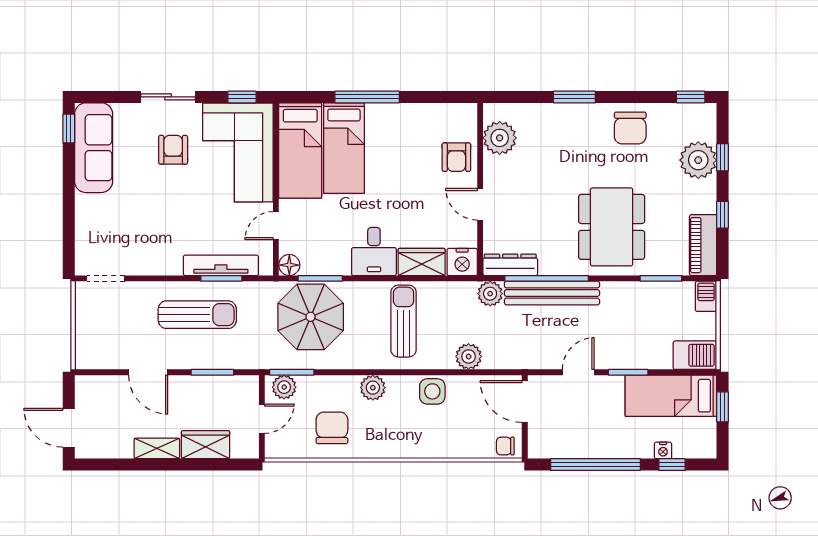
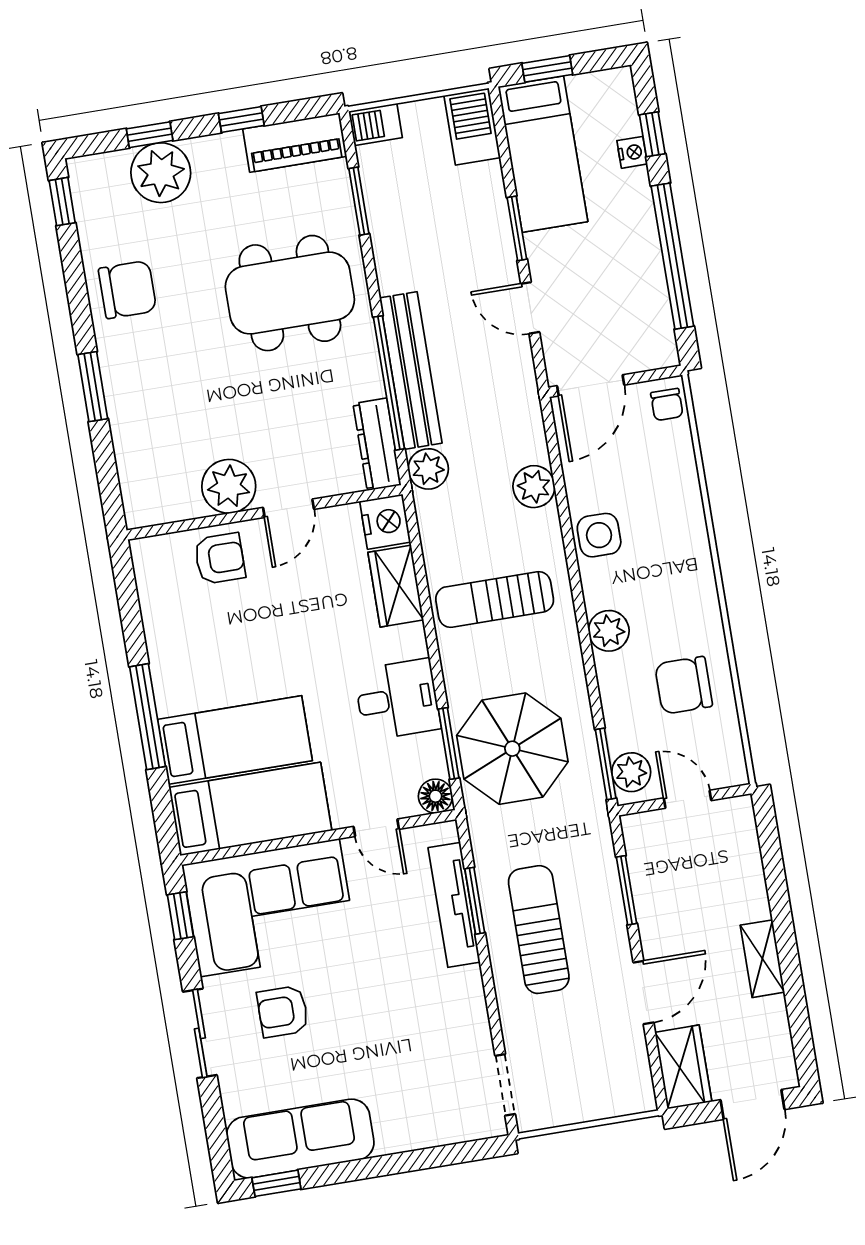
plant: (500, 138) -> (229, 486), moved
desk: (374, 251) -> (397, 699), moved
wardrobe: (206, 445) -> (683, 1067), moved, turned 180

